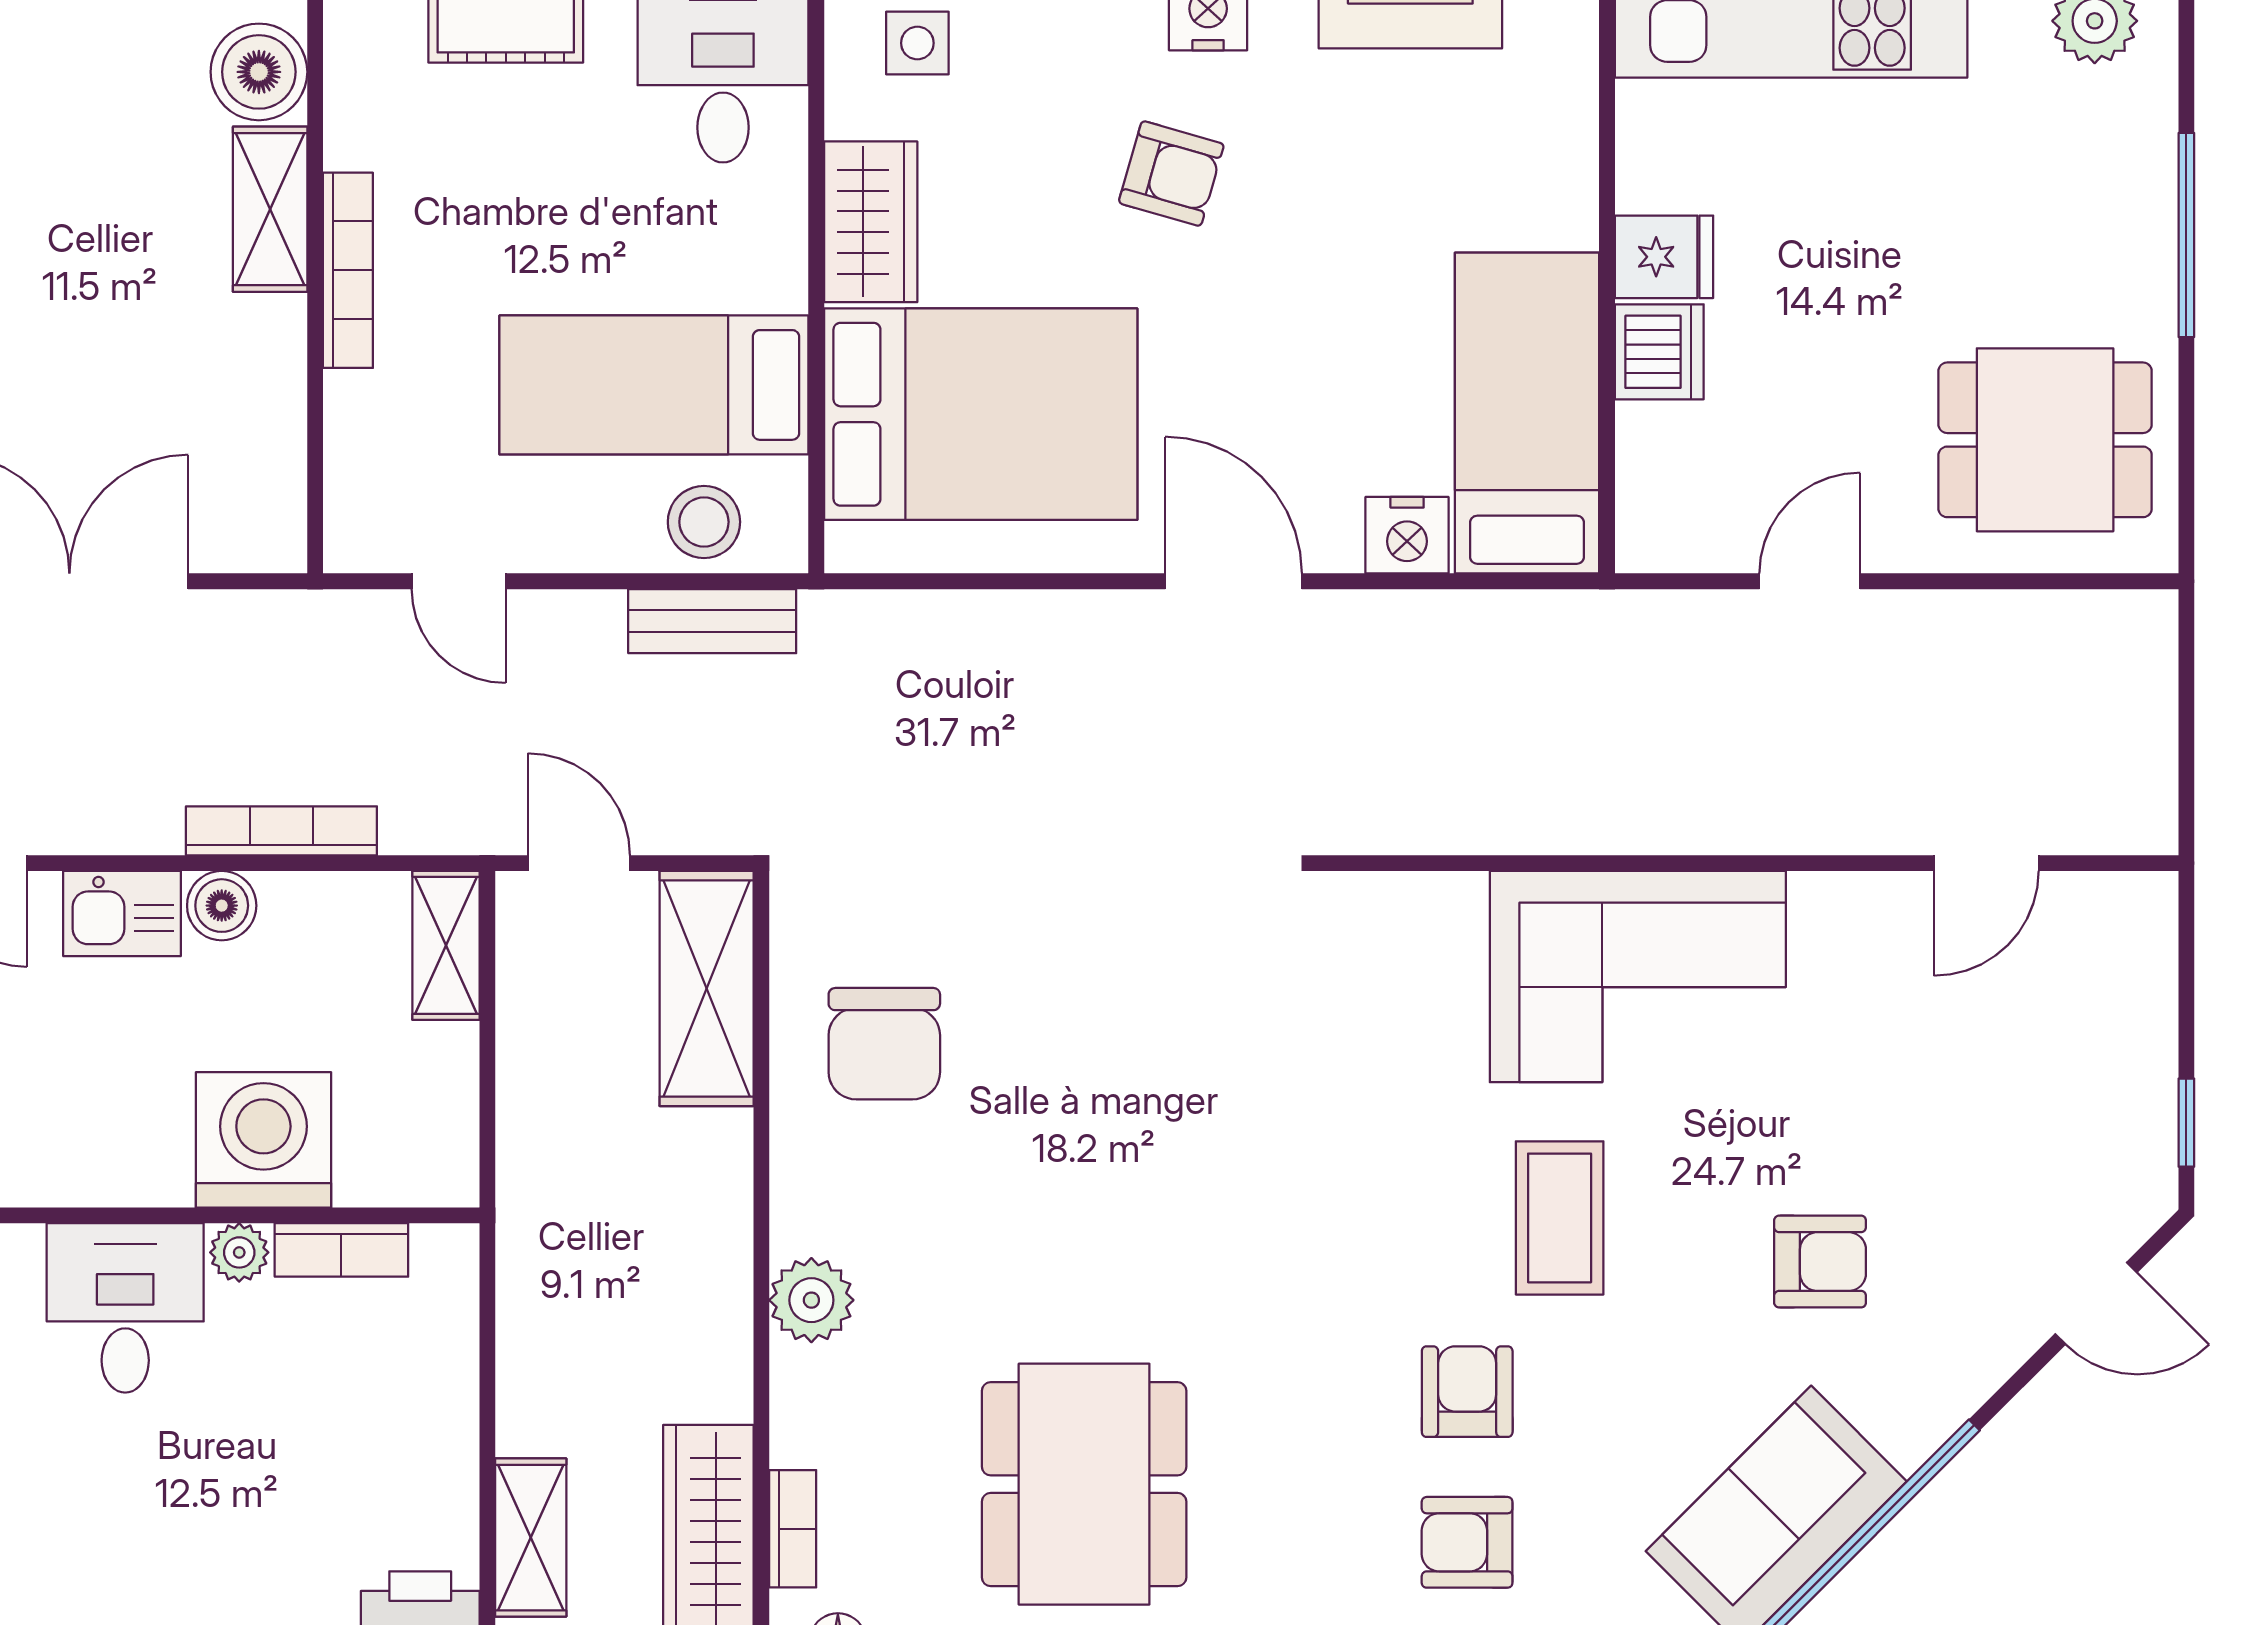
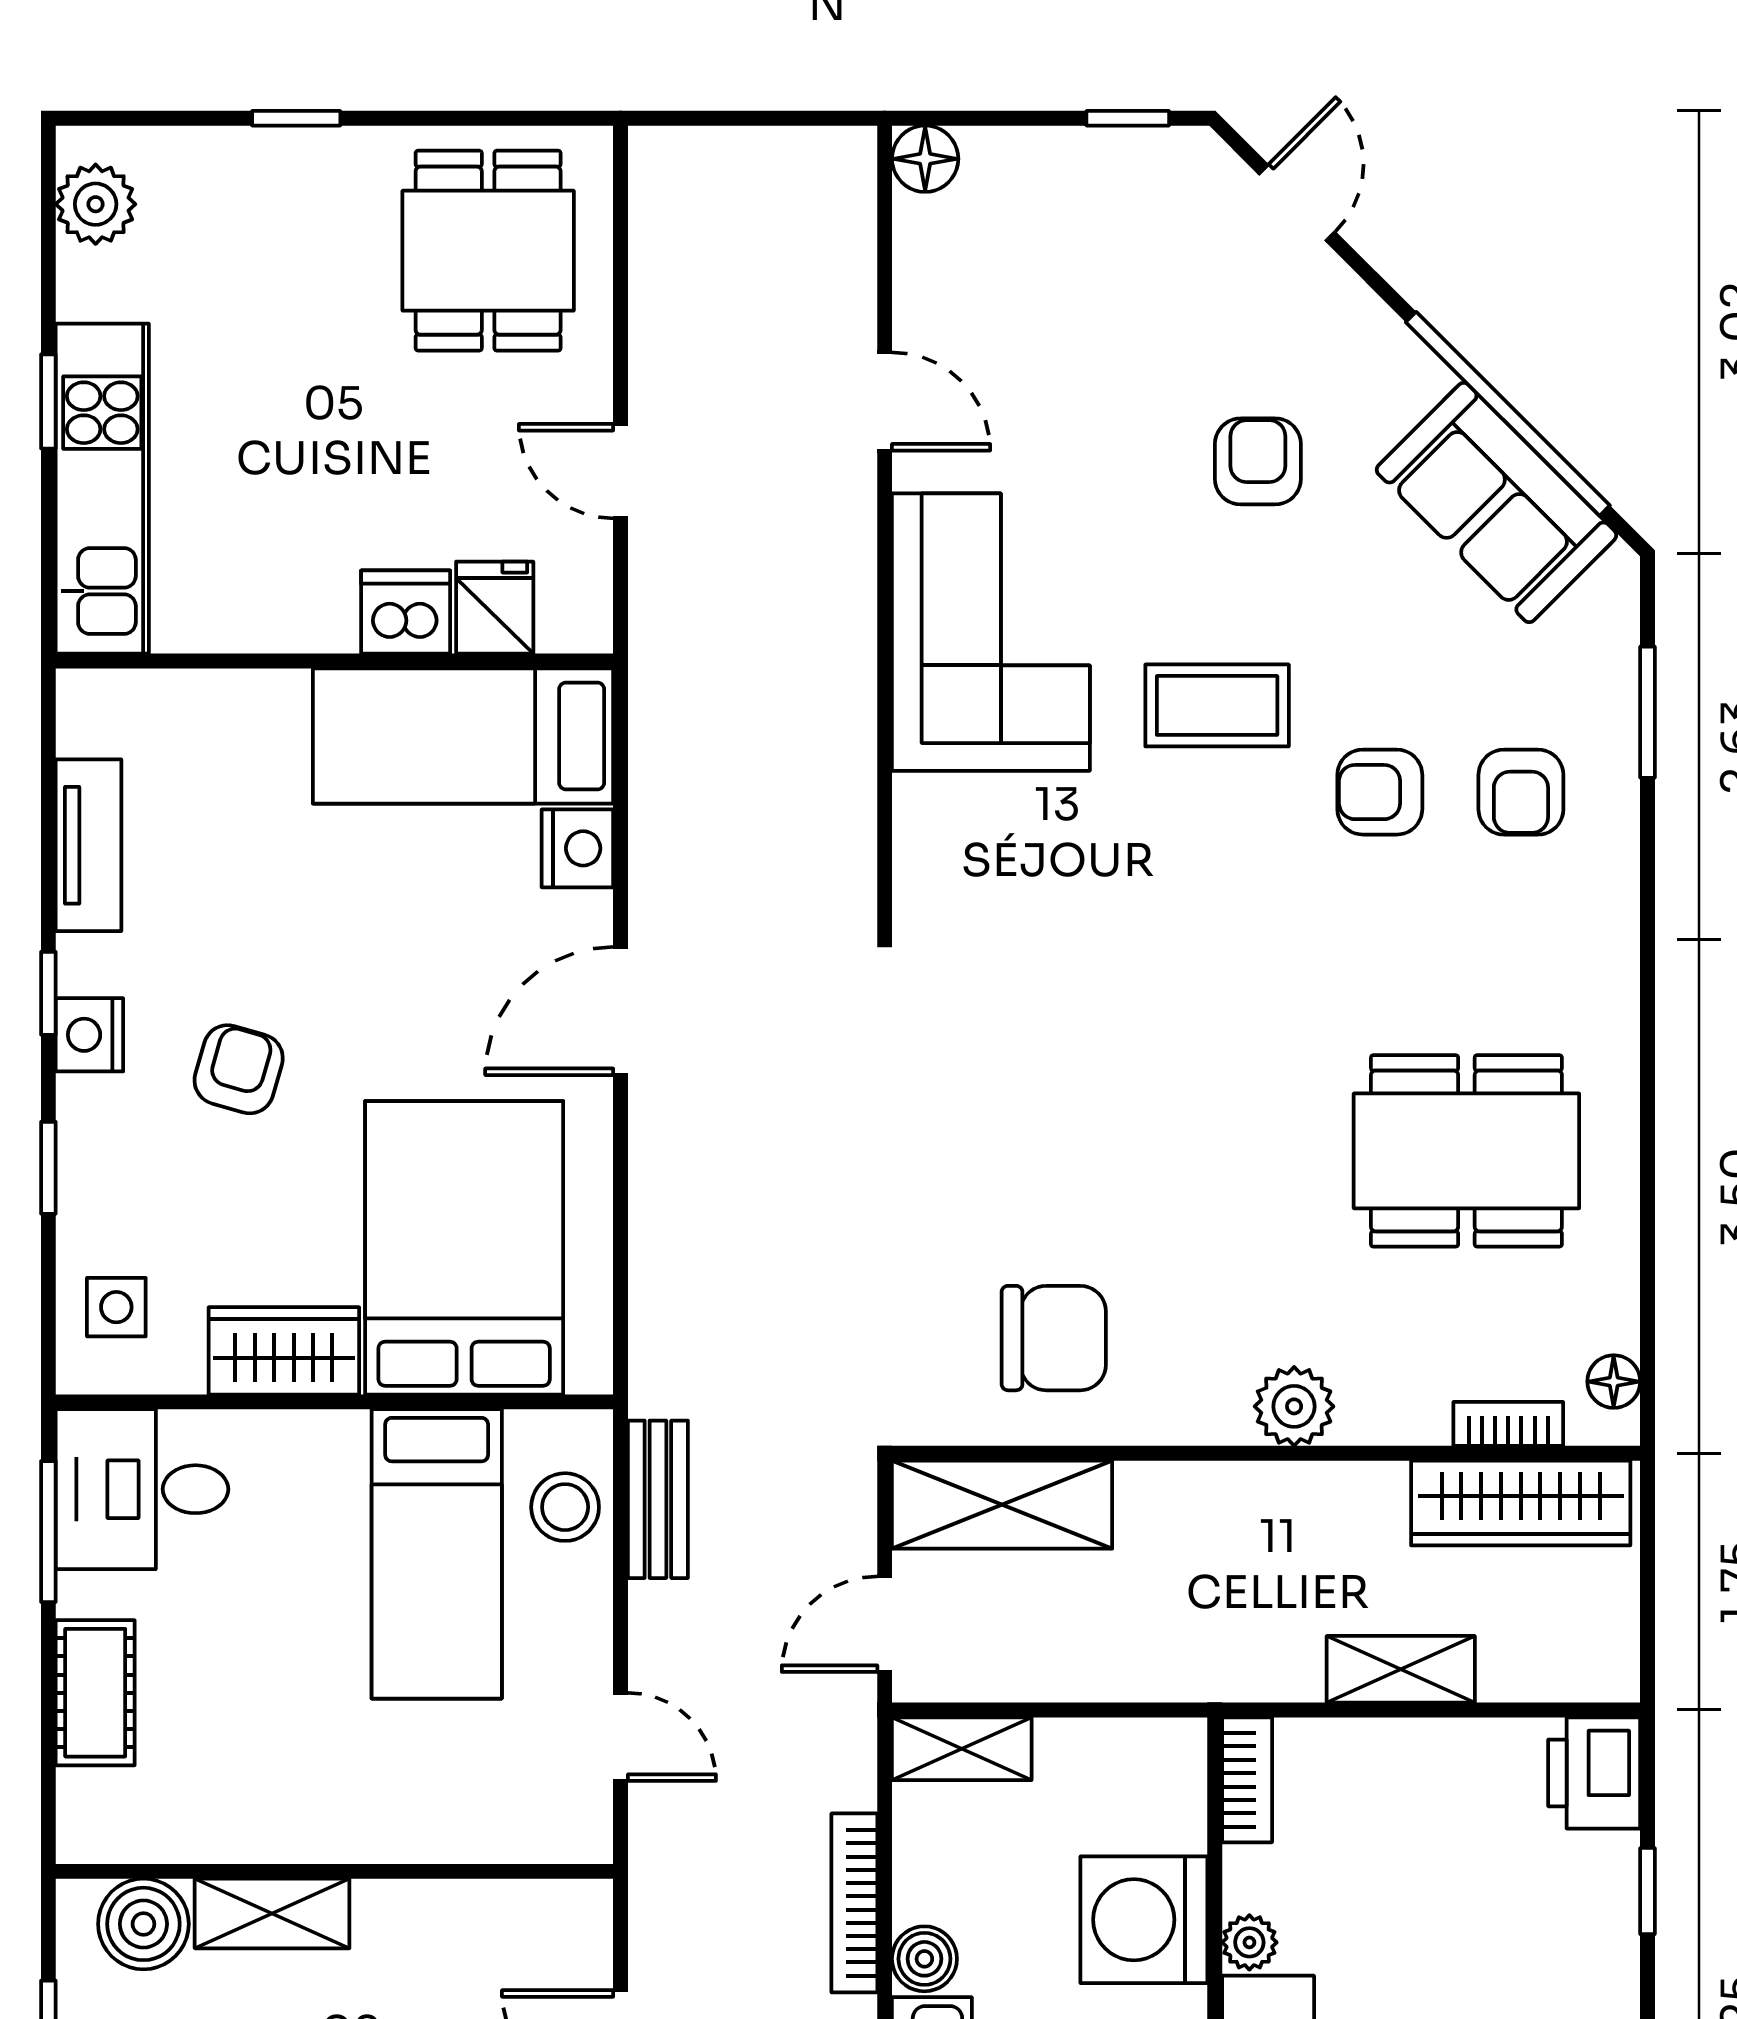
window: (2186, 235) -> (296, 118), width x0.46
fridge: (1664, 257) -> (495, 608), moved
bookcase: (348, 270) -> (329, 1841), removed
door: (459, 581) -> (621, 1737), hinge flipped
door: (1986, 863) -> (885, 401), moved
floor lamp: (2143, 906) -> (925, 159), added
bookcase: (341, 1250) -> (1247, 1780), moved
shelving: (531, 1538) -> (1401, 1669), moved

